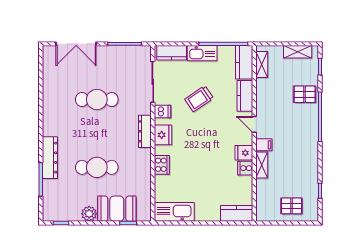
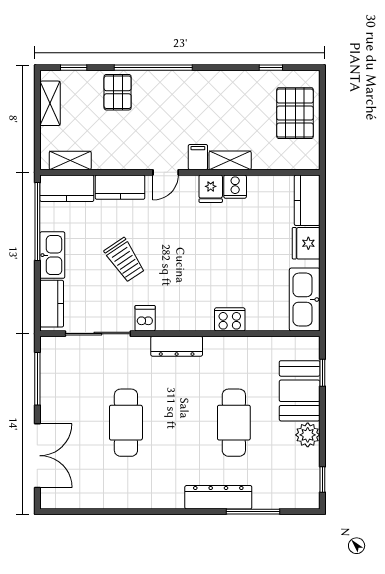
fridge: (163, 135) -> (306, 243), moved, turned -90
pallet: (291, 206) -> (295, 113), width x1.50, depth x1.42

